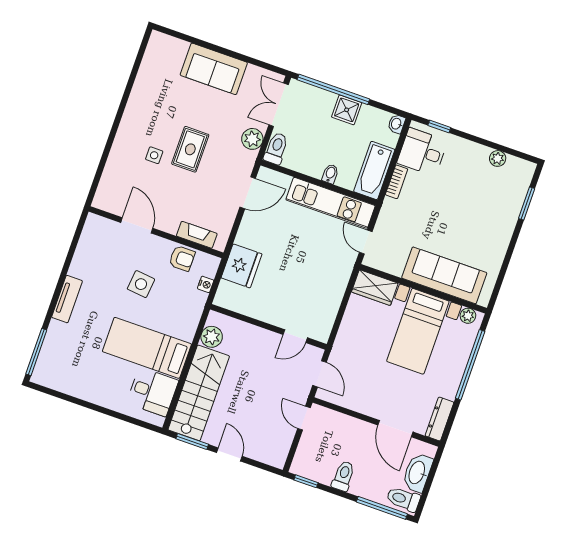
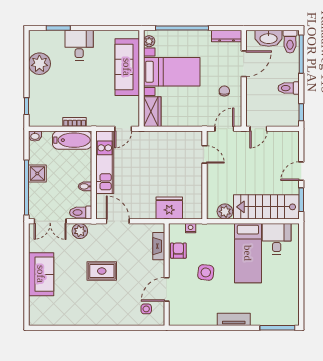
desk: (422, 152) -> (79, 45), moved, turned 180
side table: (154, 155) -> (146, 309), moved
plant: (498, 158) -> (39, 64), width x1.88, depth x1.88
bidet: (330, 174) -> (85, 186), moved
chair: (369, 391) -> (224, 91), added

